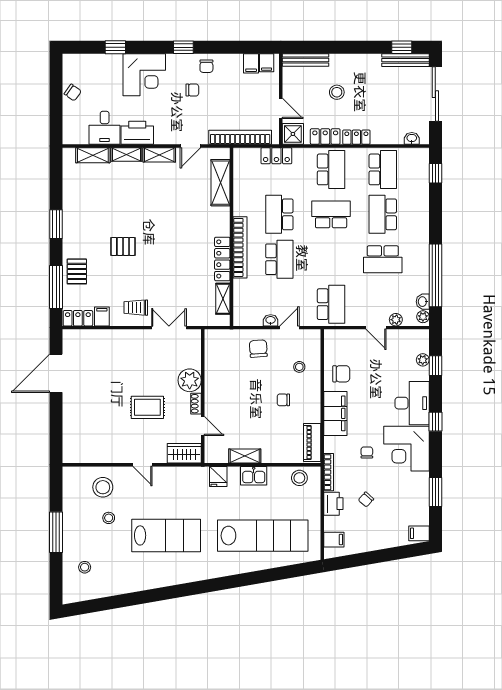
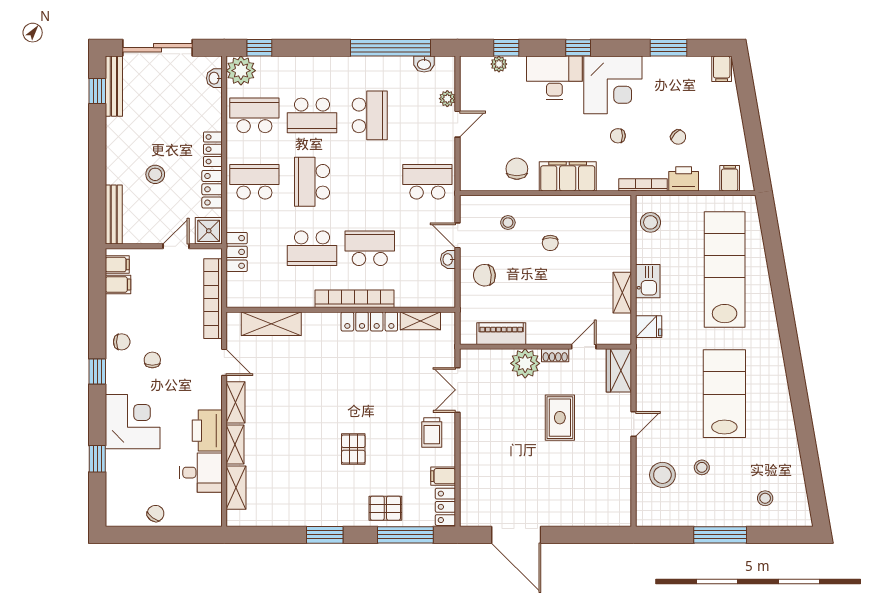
plant: (423, 317) -> (241, 71), moved, width x1.88, depth x1.88
piano: (312, 443) -> (501, 334), moved, turned 180

